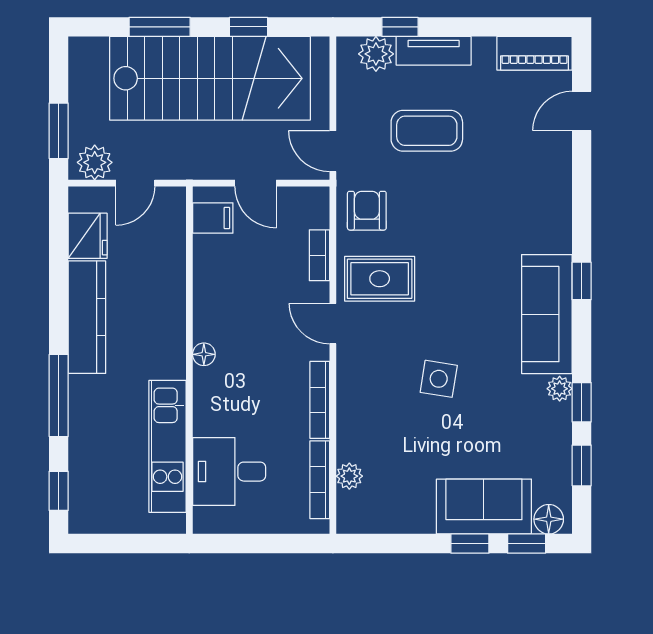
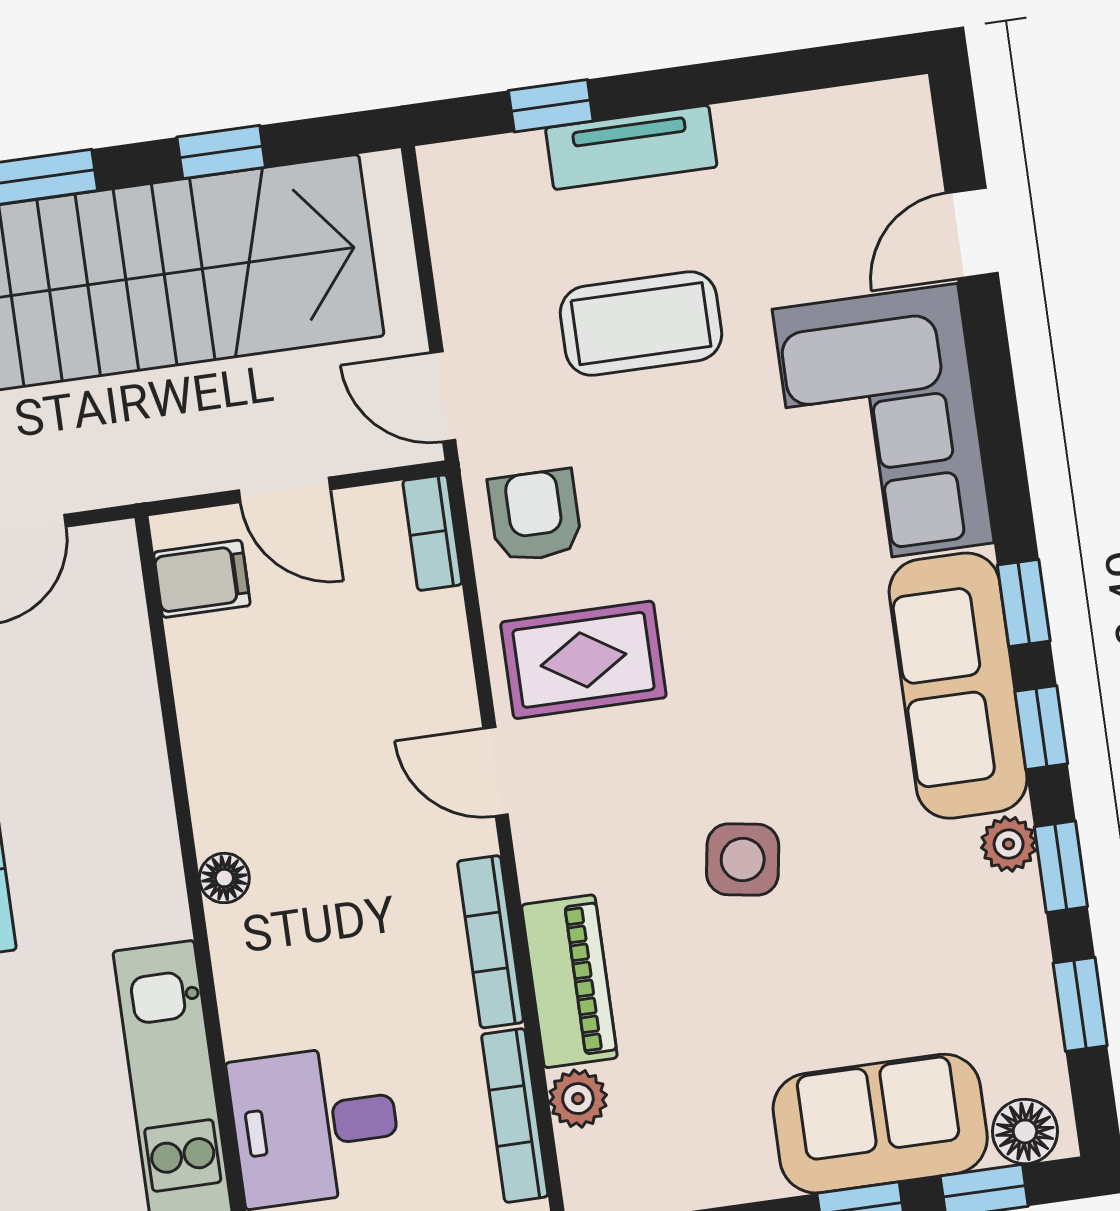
piano: (534, 53) -> (569, 981), moved, turned -90
plant: (376, 54) -> (507, 172), removed
corner sofa: (529, 192) -> (883, 426), added
bookcase: (320, 255) -> (432, 533), moved
window: (582, 338) -> (1041, 728), added

